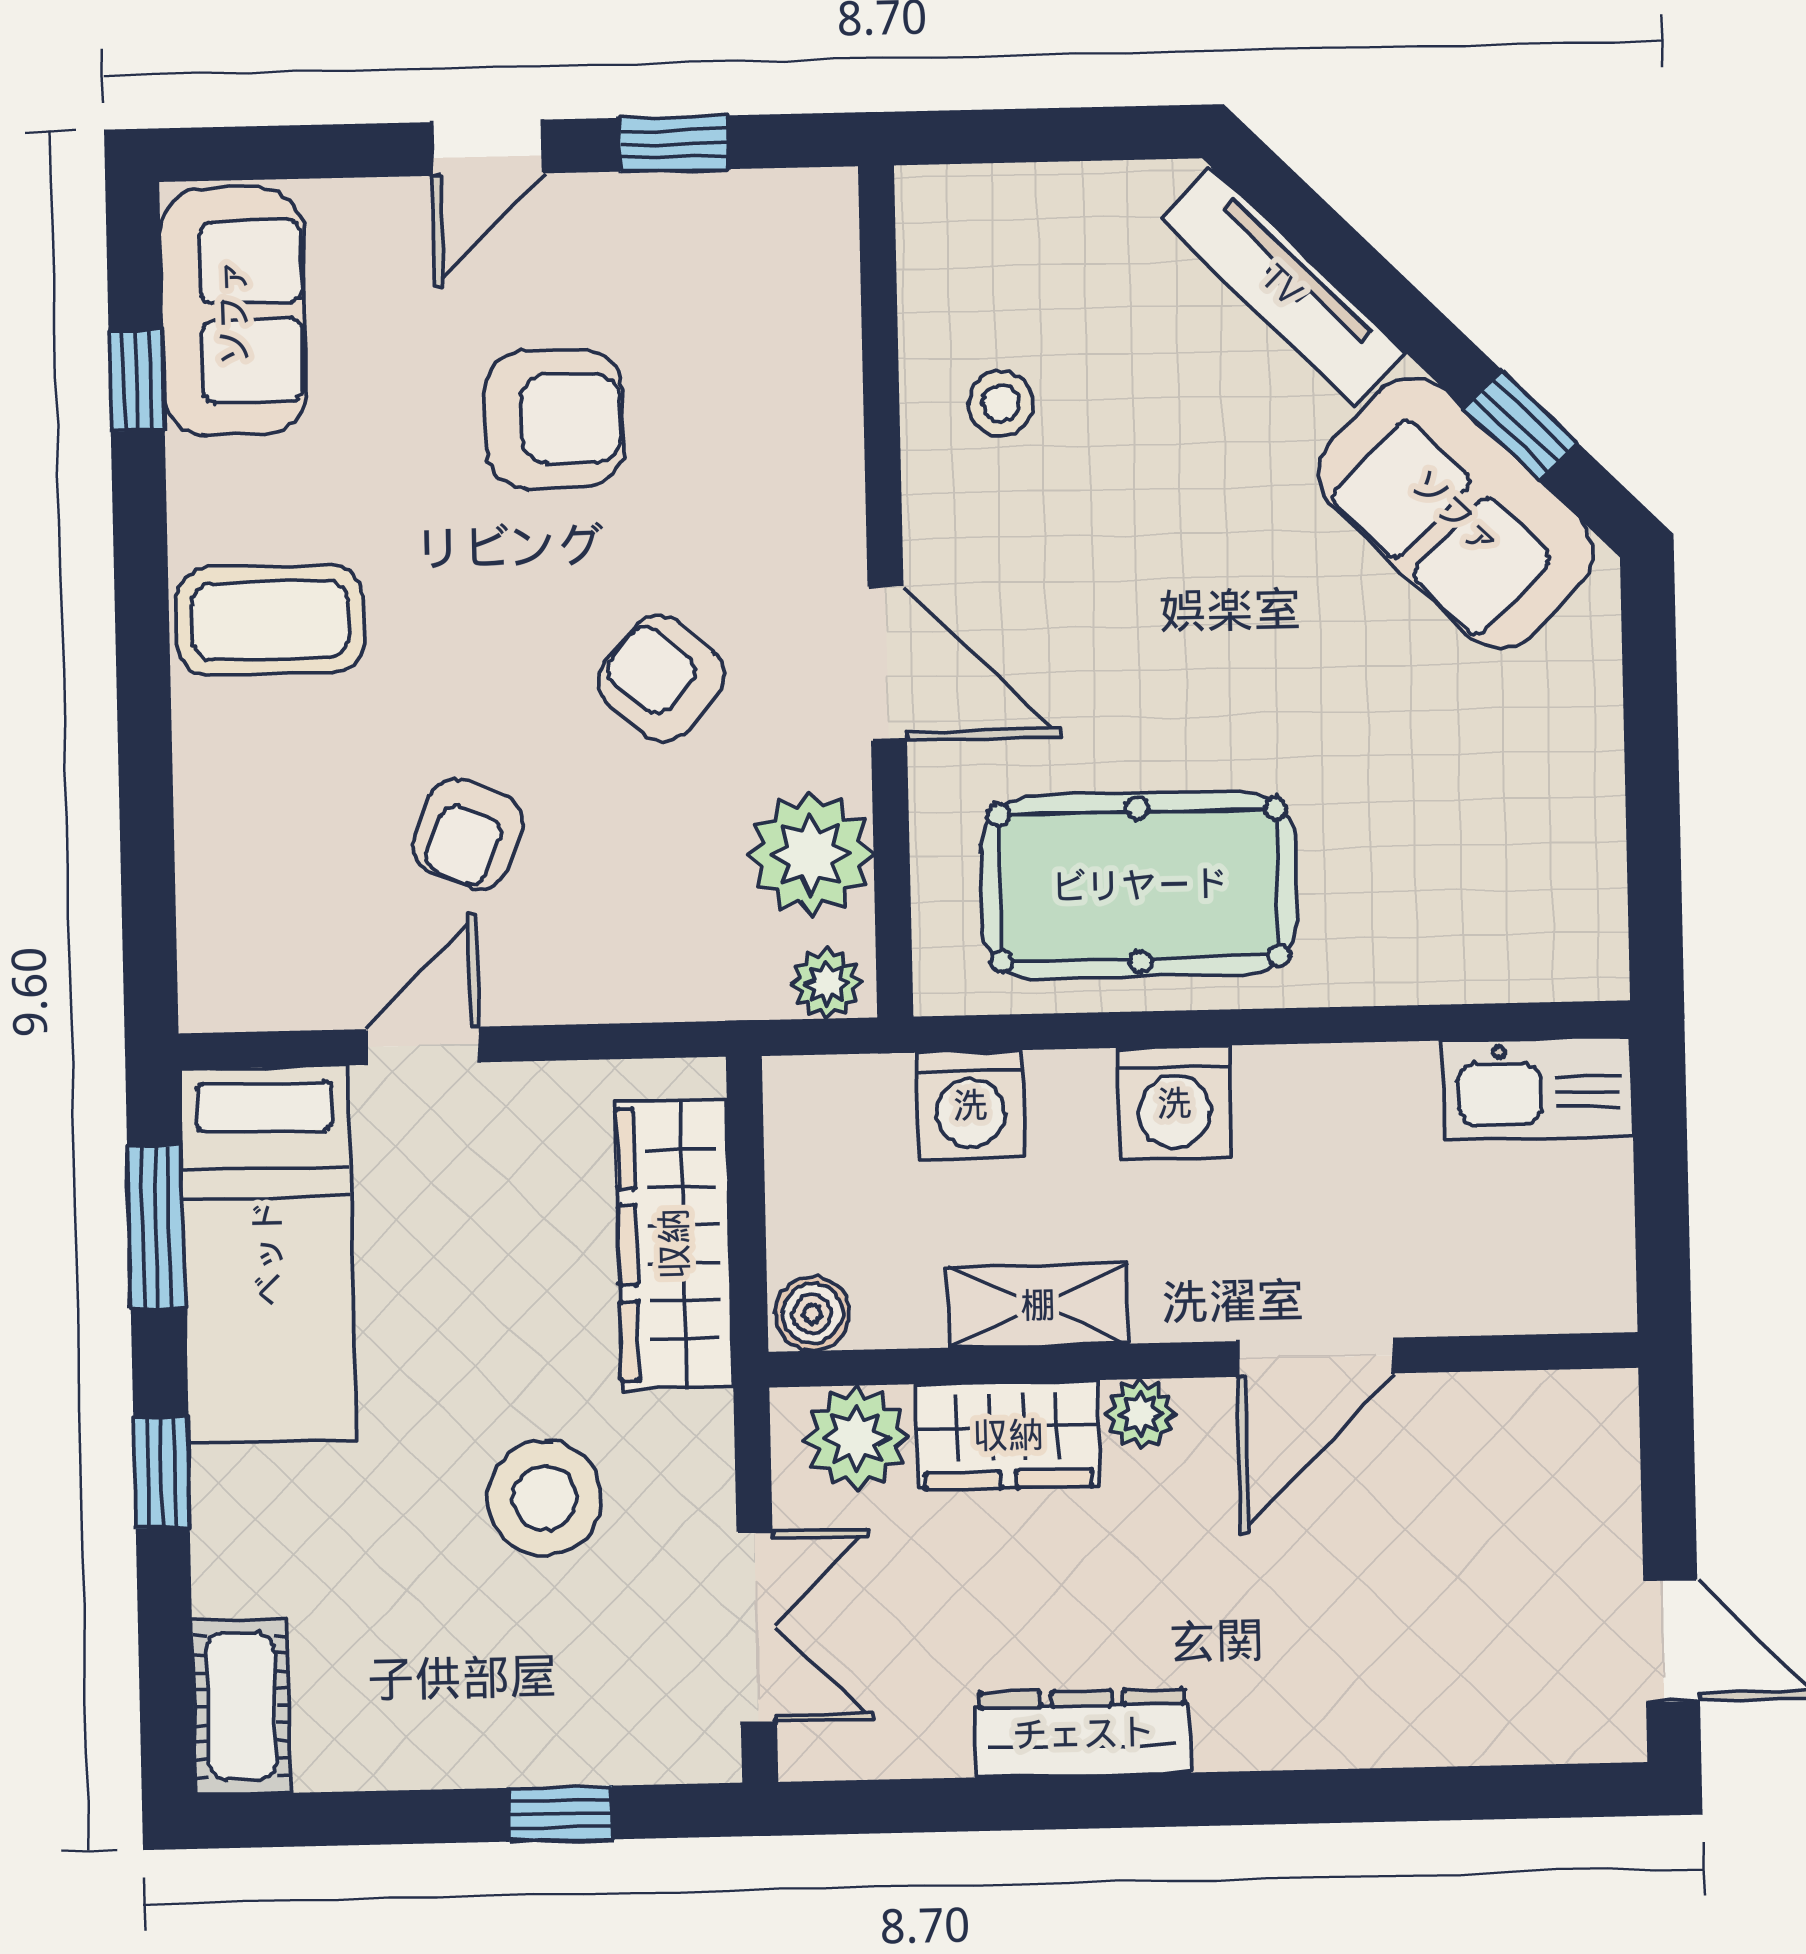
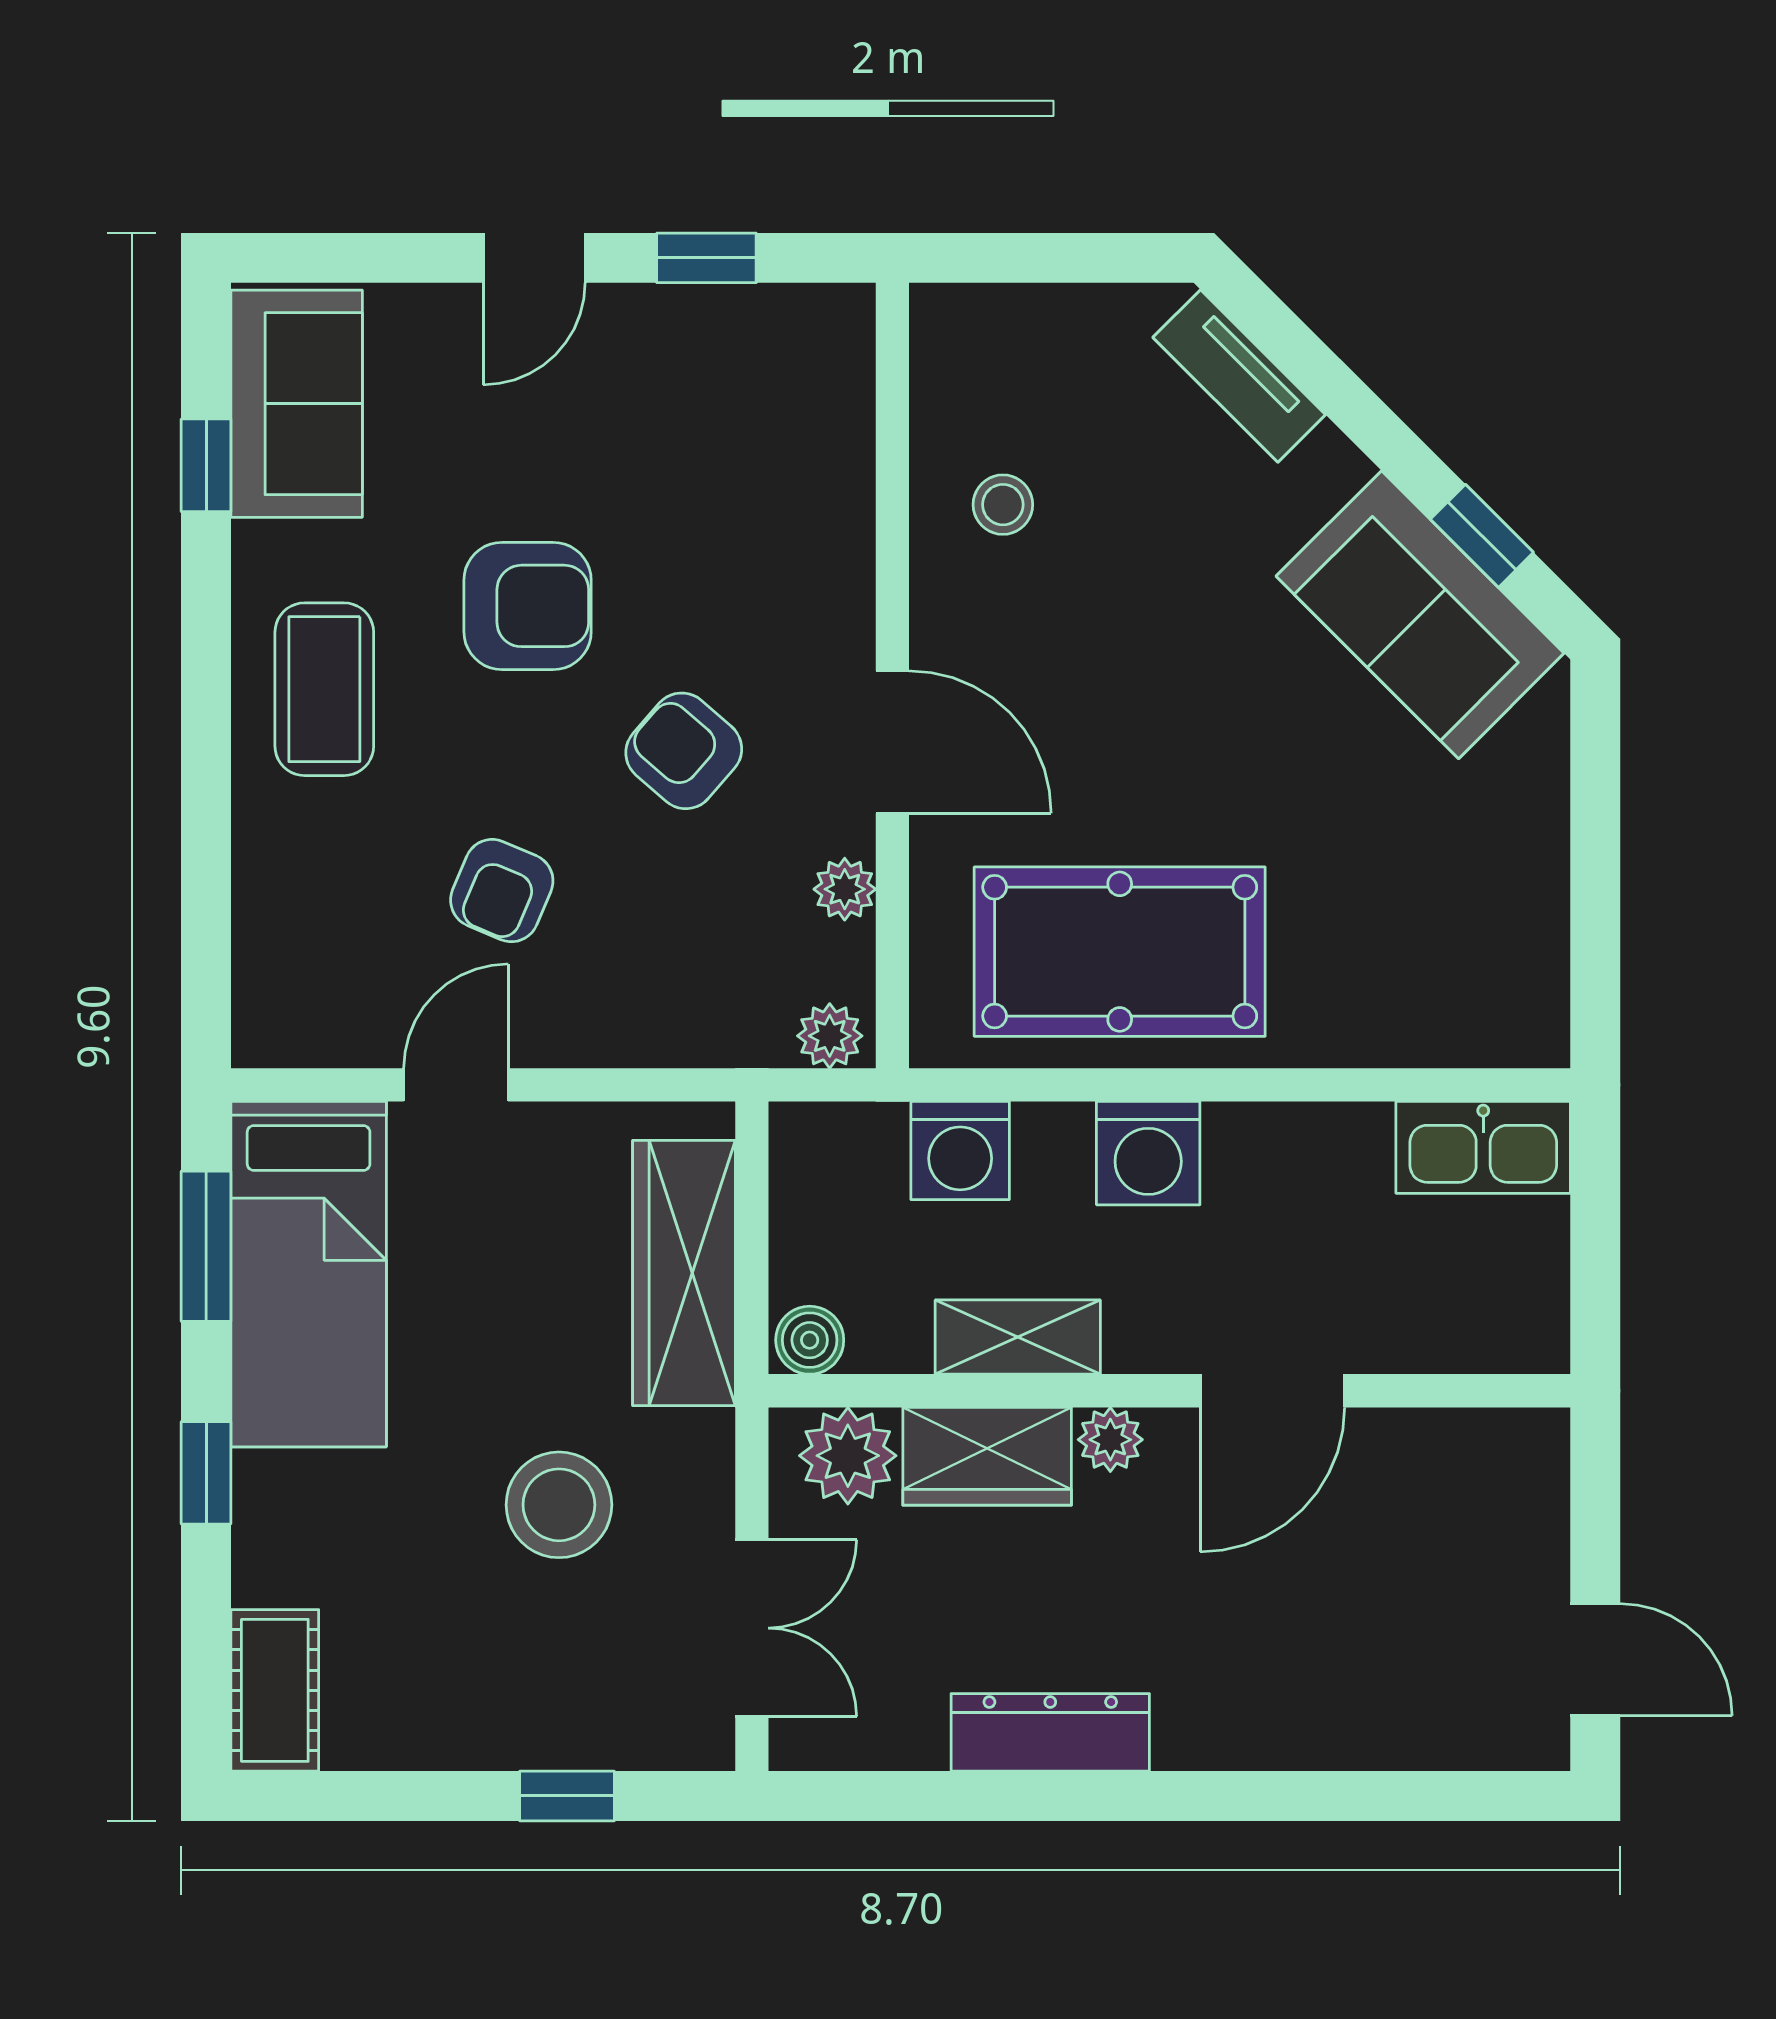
tv unit: (1282, 285) -> (1239, 376), width x0.71
armchair: (554, 419) -> (528, 606), moved
coffee table: (270, 620) -> (324, 689), turned 90
plant: (810, 854) -> (845, 889), width x0.53, depth x0.53

